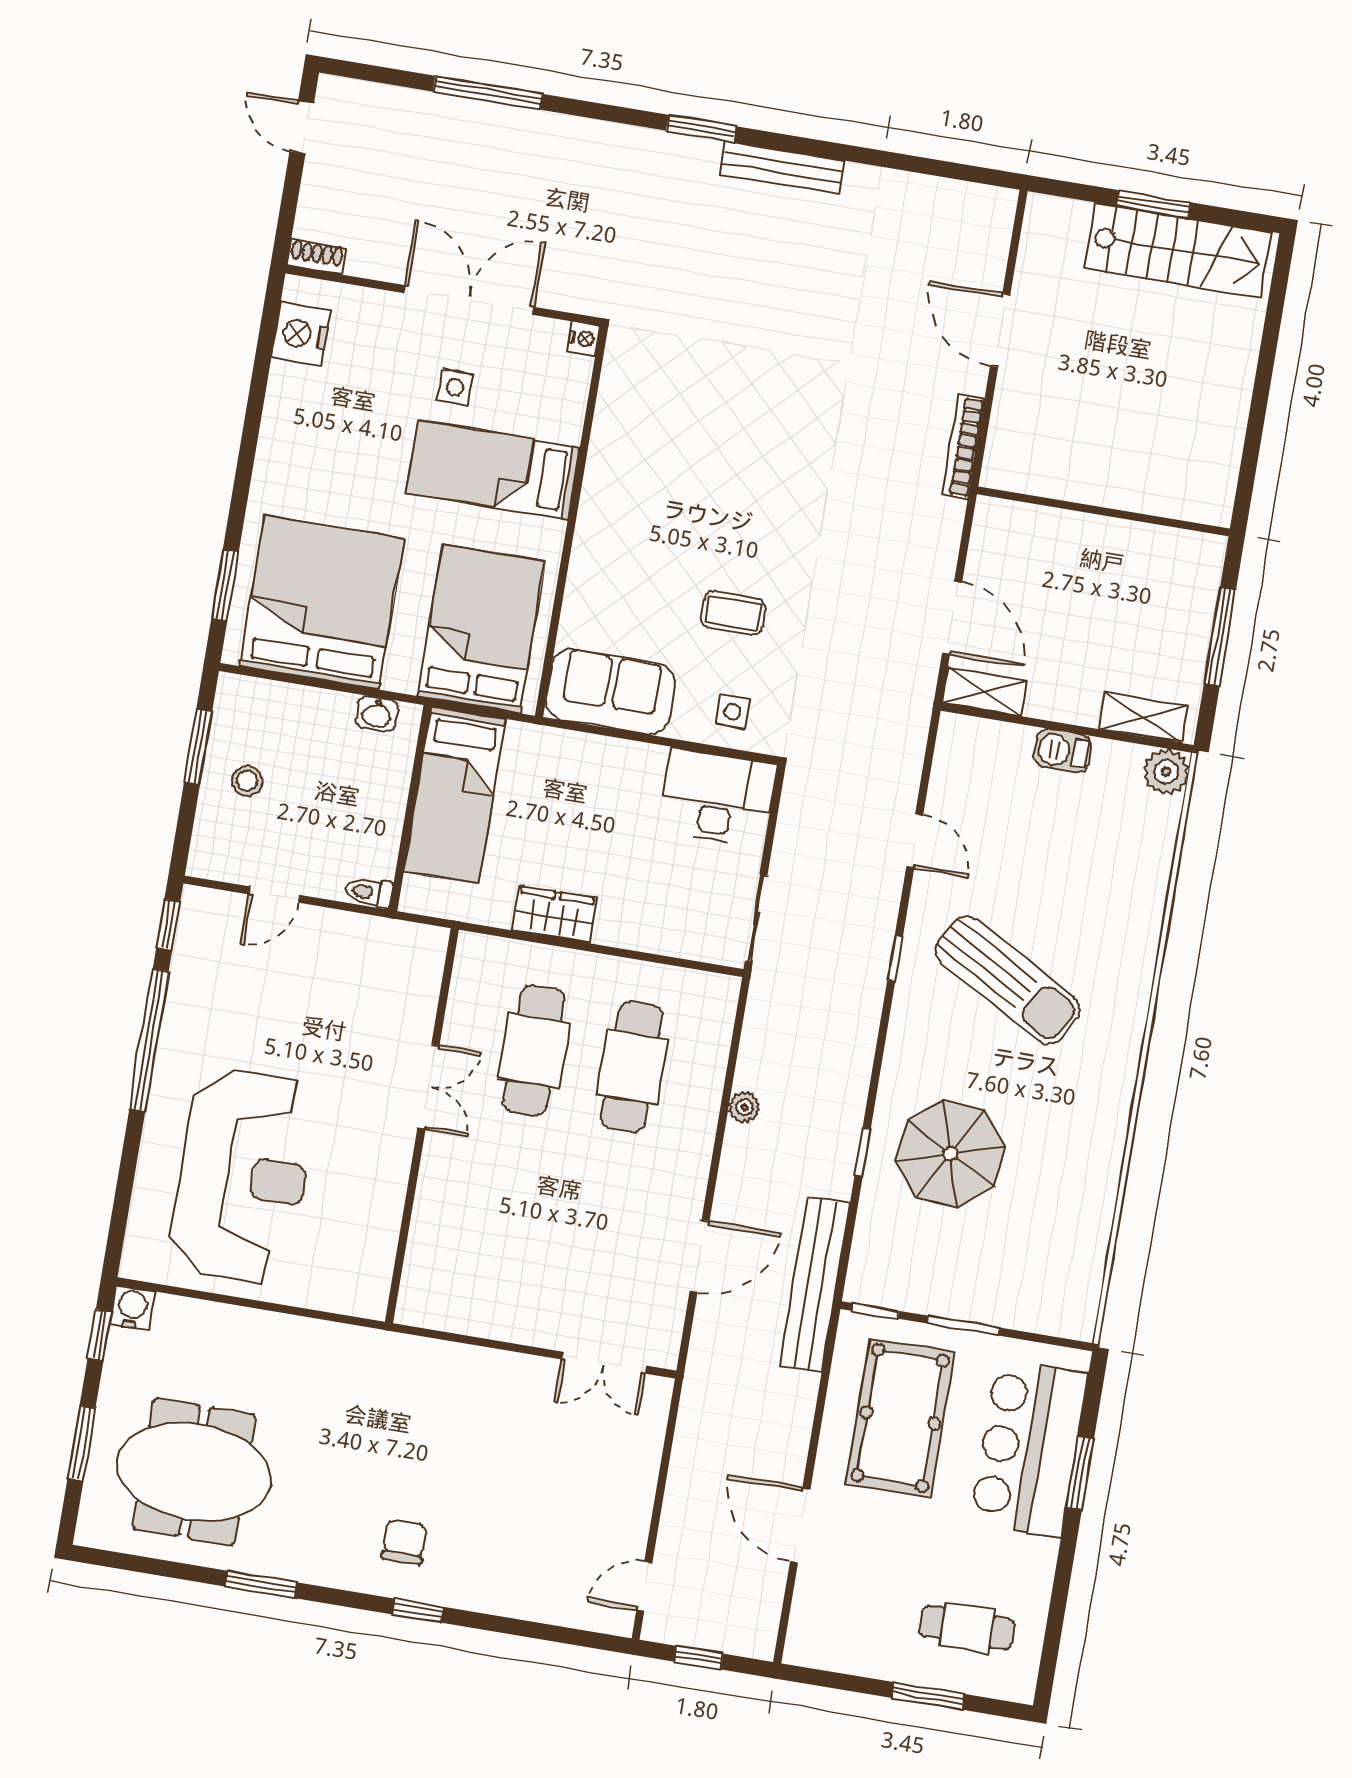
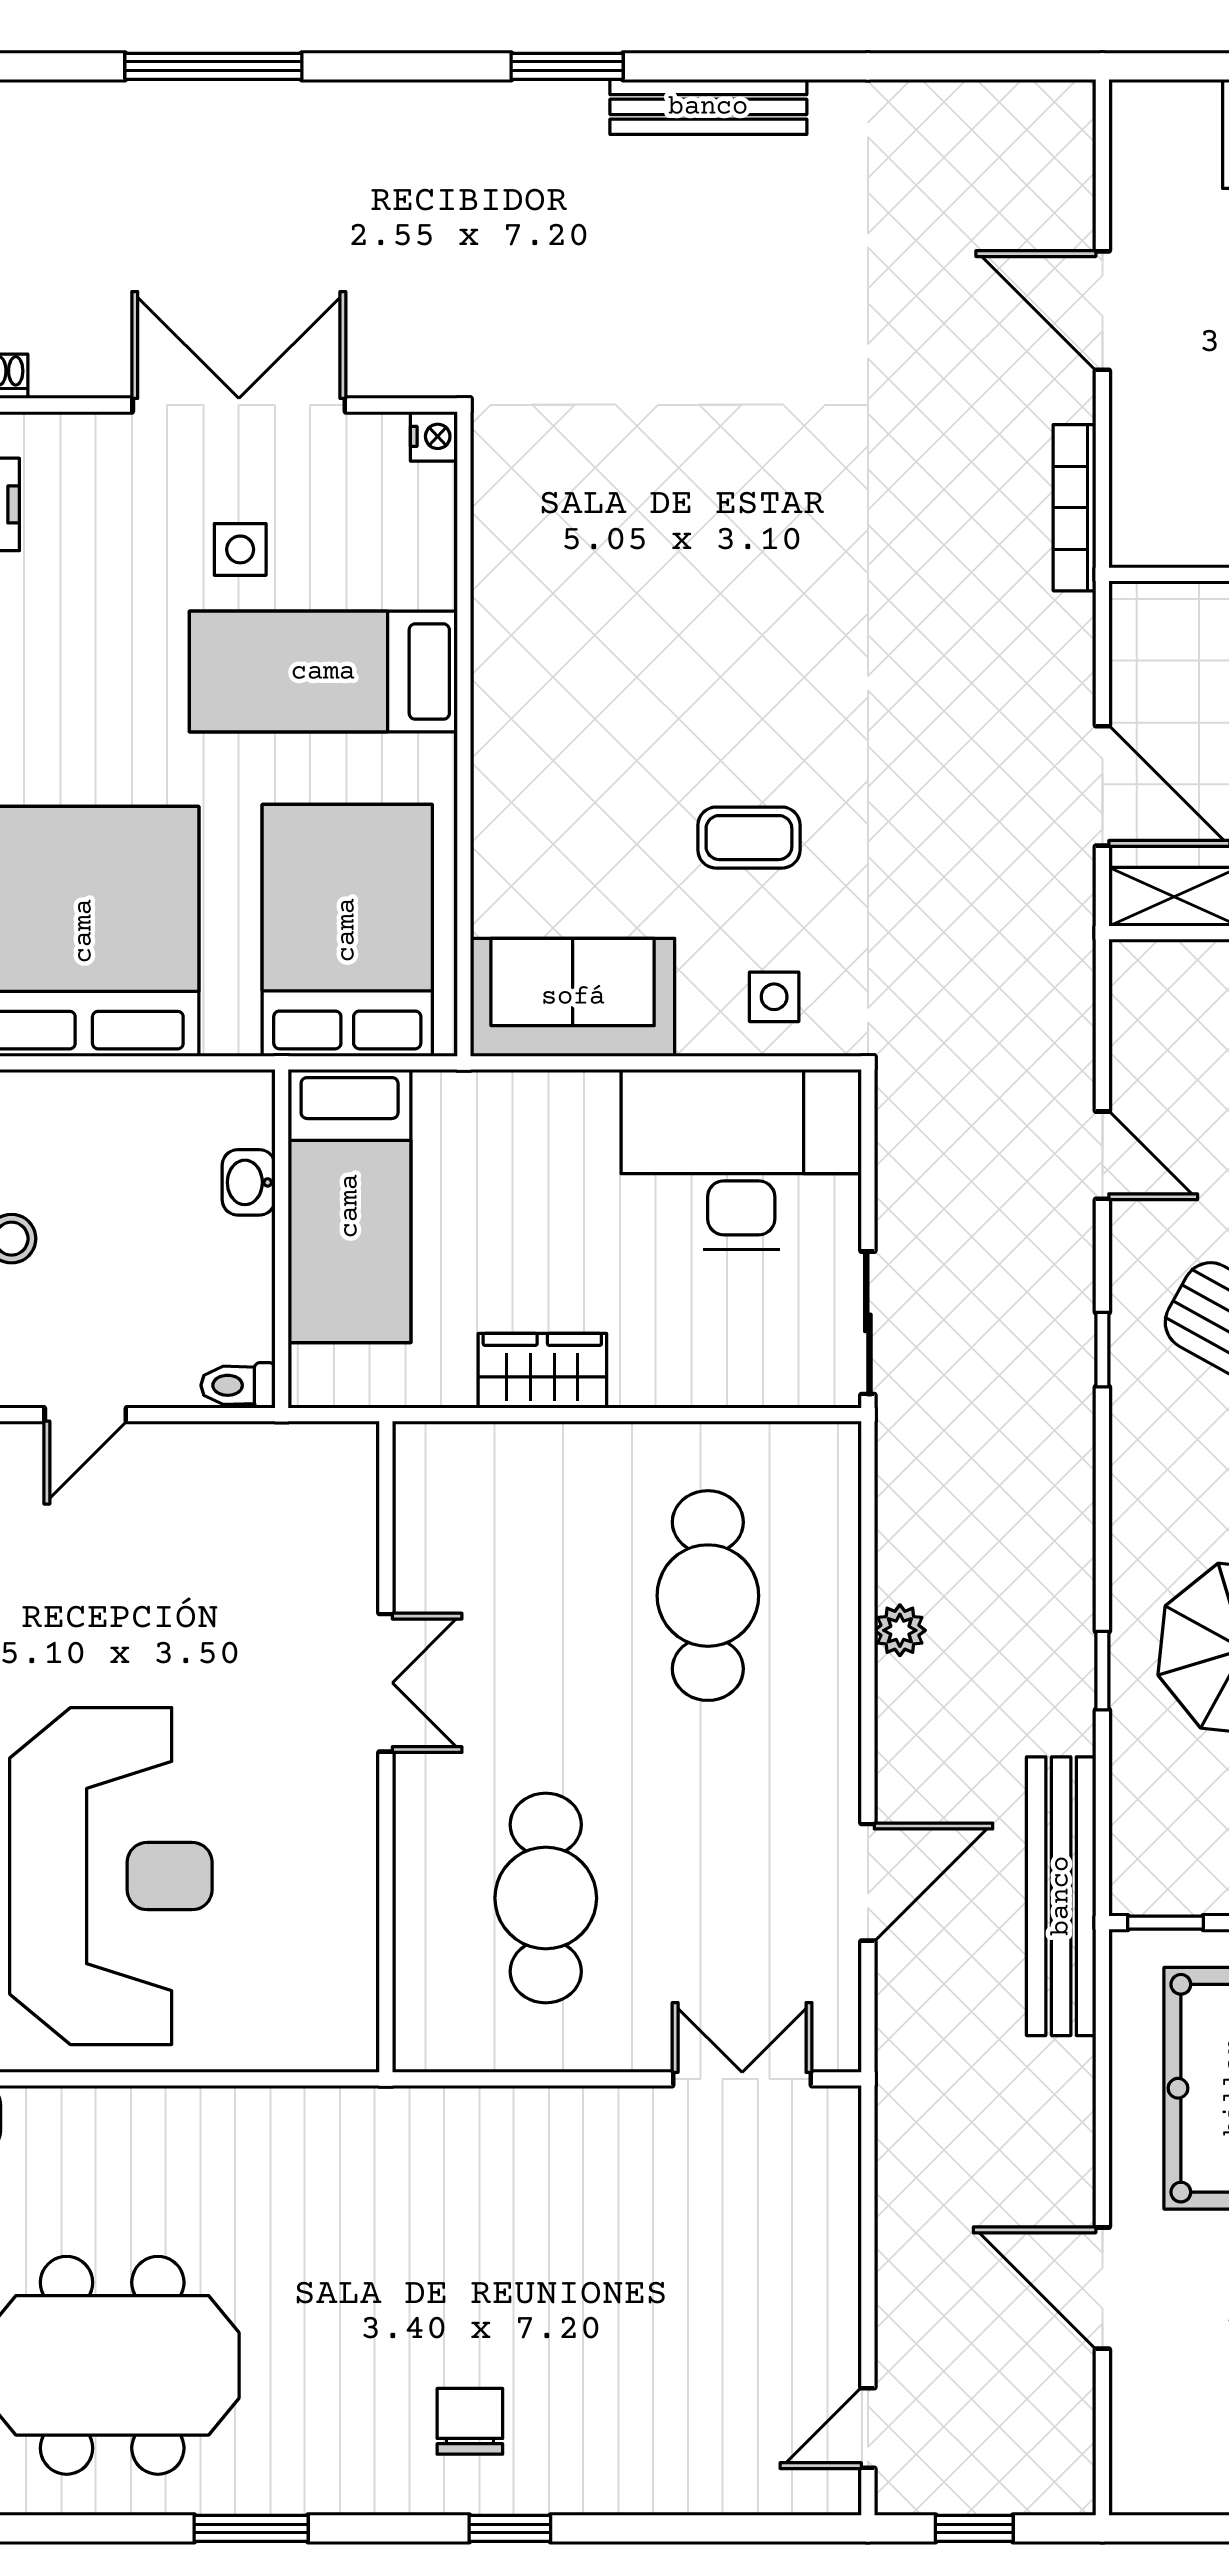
washbasin: (377, 714) -> (249, 1182), moved, turned 90
desk: (718, 797) -> (741, 1159), width x1.36, depth x1.30
cafe table: (534, 1051) -> (546, 1898), moved
double door: (604, 1363) -> (742, 2079), swing flipped

